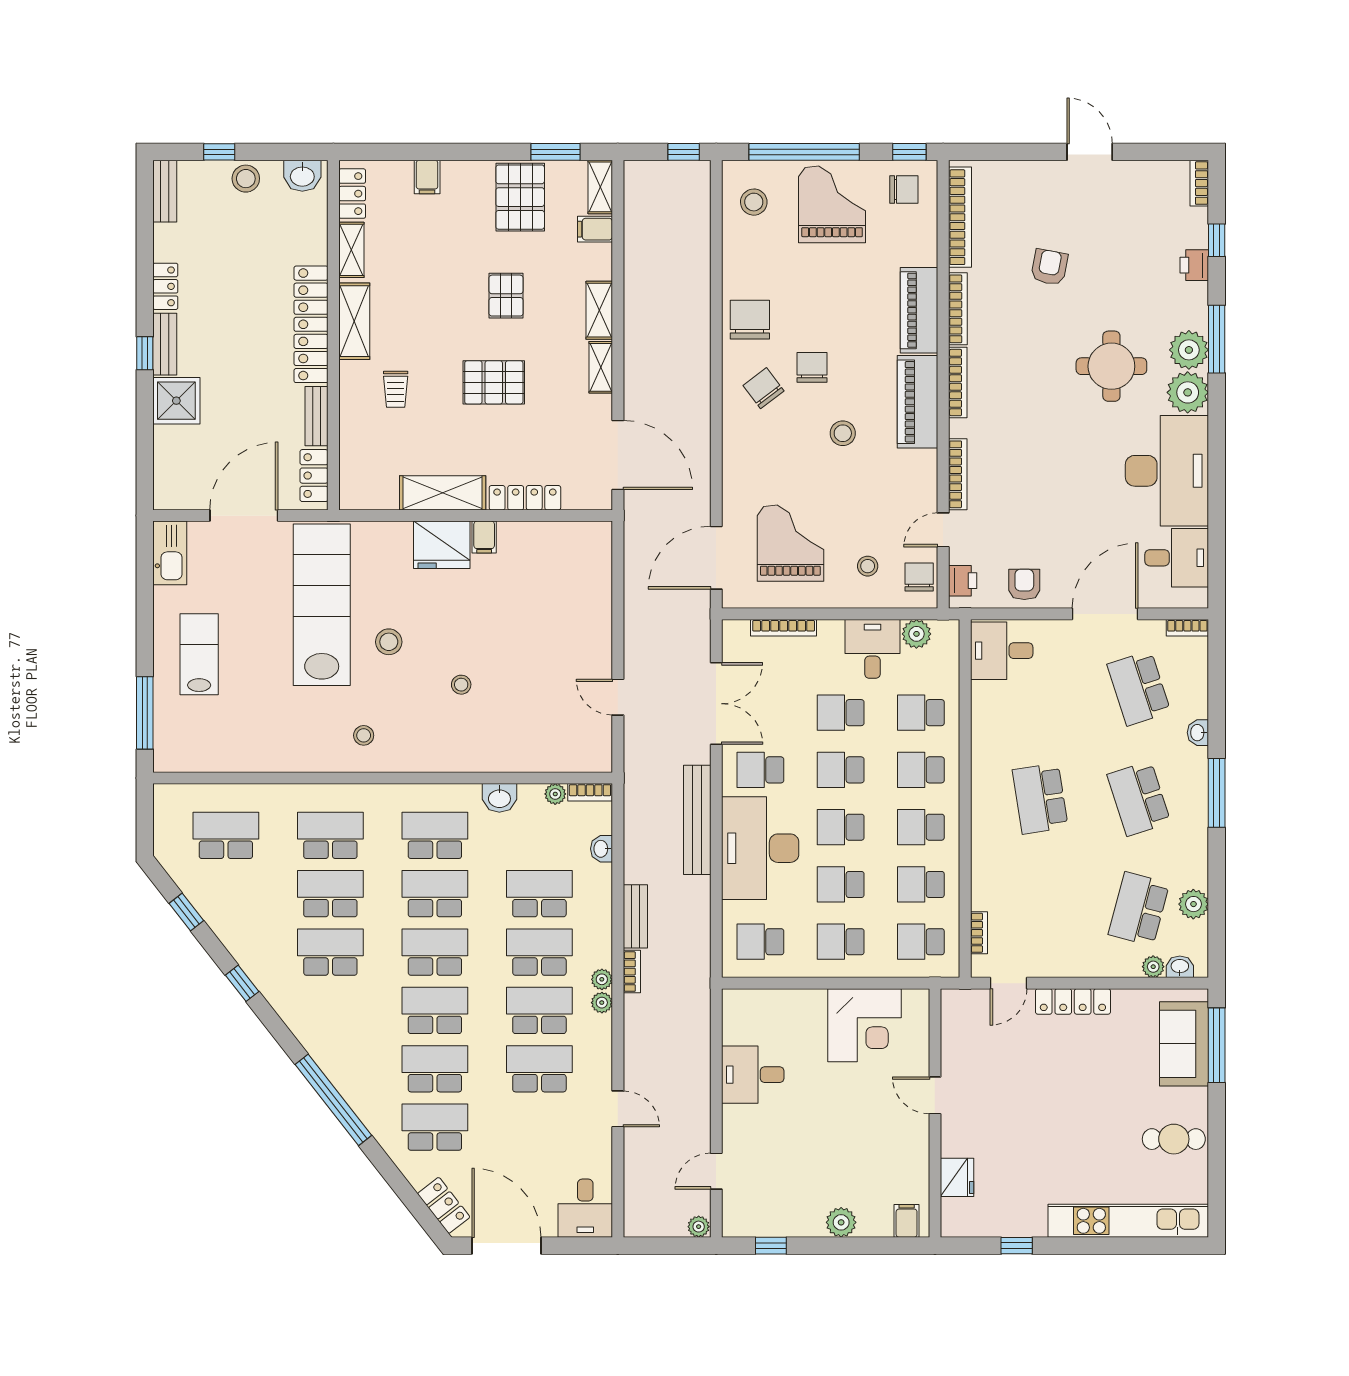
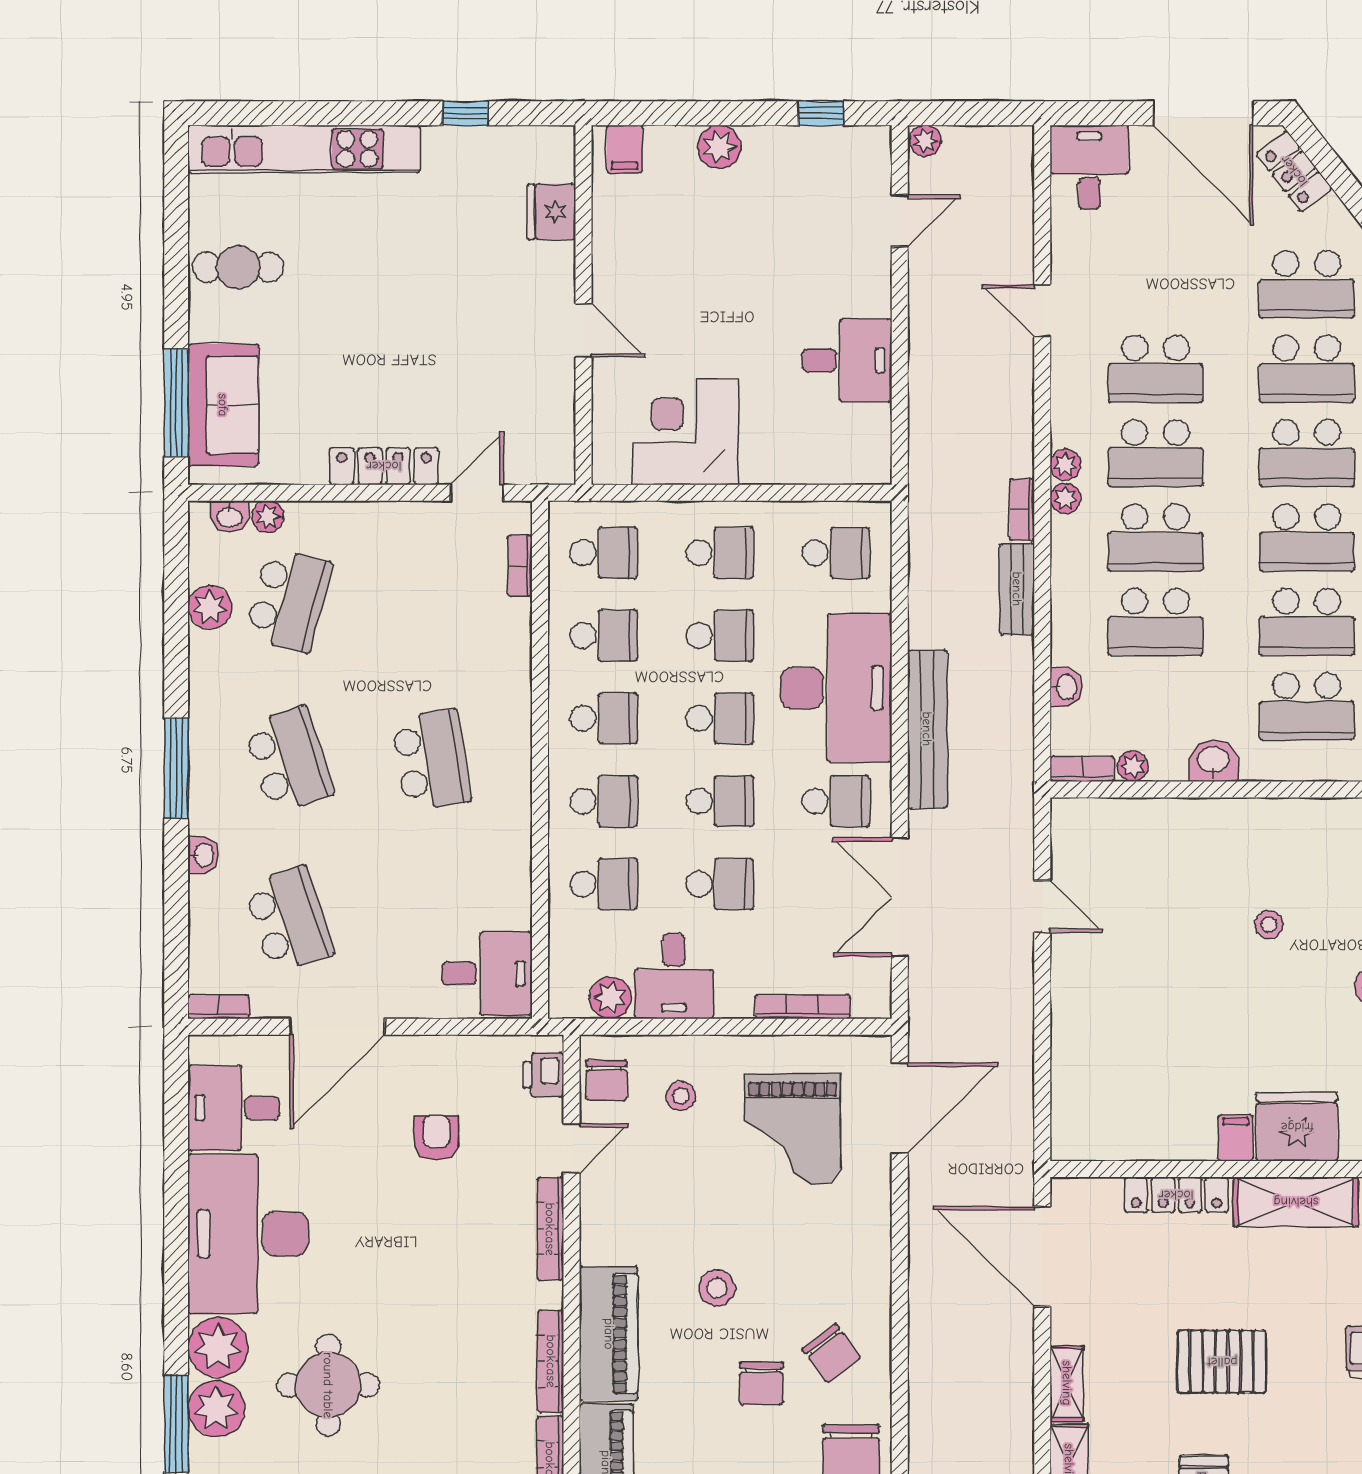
armchair: (1024, 584) -> (436, 1138), moved, turned 180

